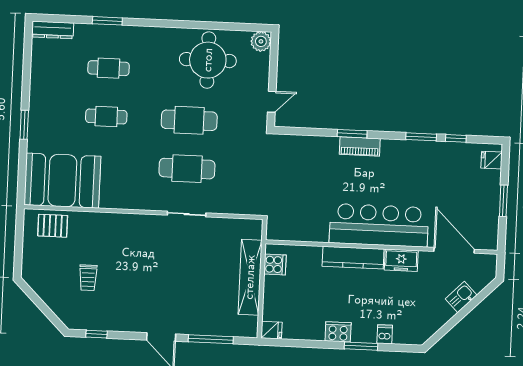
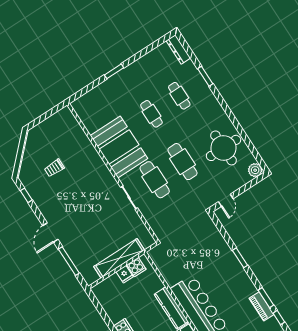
door: (272, 102) -> (226, 200), hinge flipped
piano: (360, 146) -> (261, 306), moved
booth: (62, 181) -> (119, 147), moved
pallet: (53, 226) -> (69, 128), removed
fridge: (272, 330) -> (125, 274), moved

